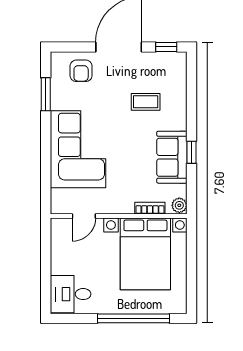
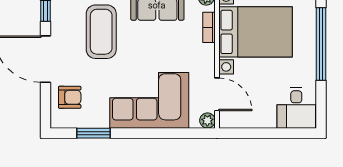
coffee table: (146, 102) -> (101, 32), width x1.86, depth x1.72
plant: (58, 207) -> (207, 120), added
door: (84, 216) -> (217, 94), width x1.38

